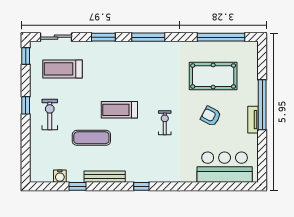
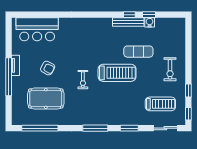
window: (26, 105) -> (188, 91), moved
treadmill: (119, 110) -> (117, 73), width x1.37, depth x1.38
exercise bike: (165, 123) -> (83, 80), moved
water cooler: (60, 176) -> (150, 22), moved
window: (141, 186) -> (129, 15), moved

